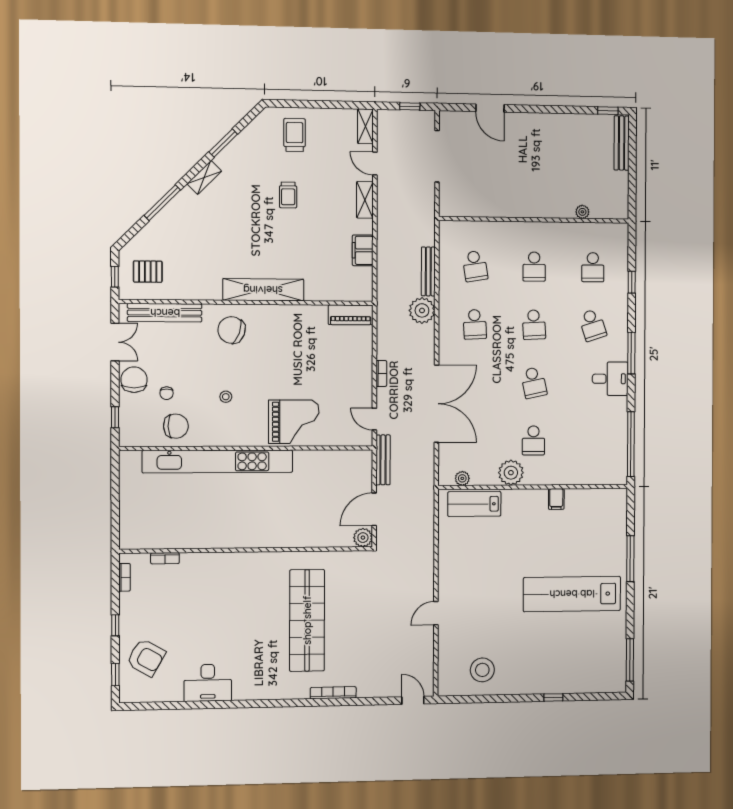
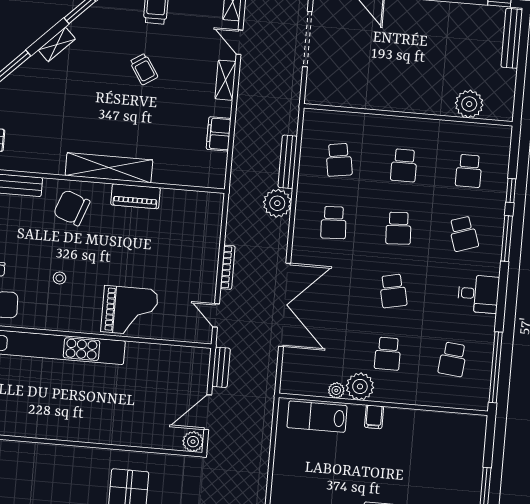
trolley: (288, 195) -> (144, 69), turned -33
plant: (582, 212) -> (469, 104), width x1.87, depth x1.87
piano: (351, 315) -> (135, 196), moved
window: (631, 353) -> (507, 238), moved
bookcase: (381, 373) -> (228, 267), width x1.56
school desk: (592, 440) -> (453, 359), added
bench: (383, 460) -> (221, 367), width x0.73
plant: (462, 478) -> (336, 390), moved
filing cabinet: (556, 499) -> (374, 417), moved

